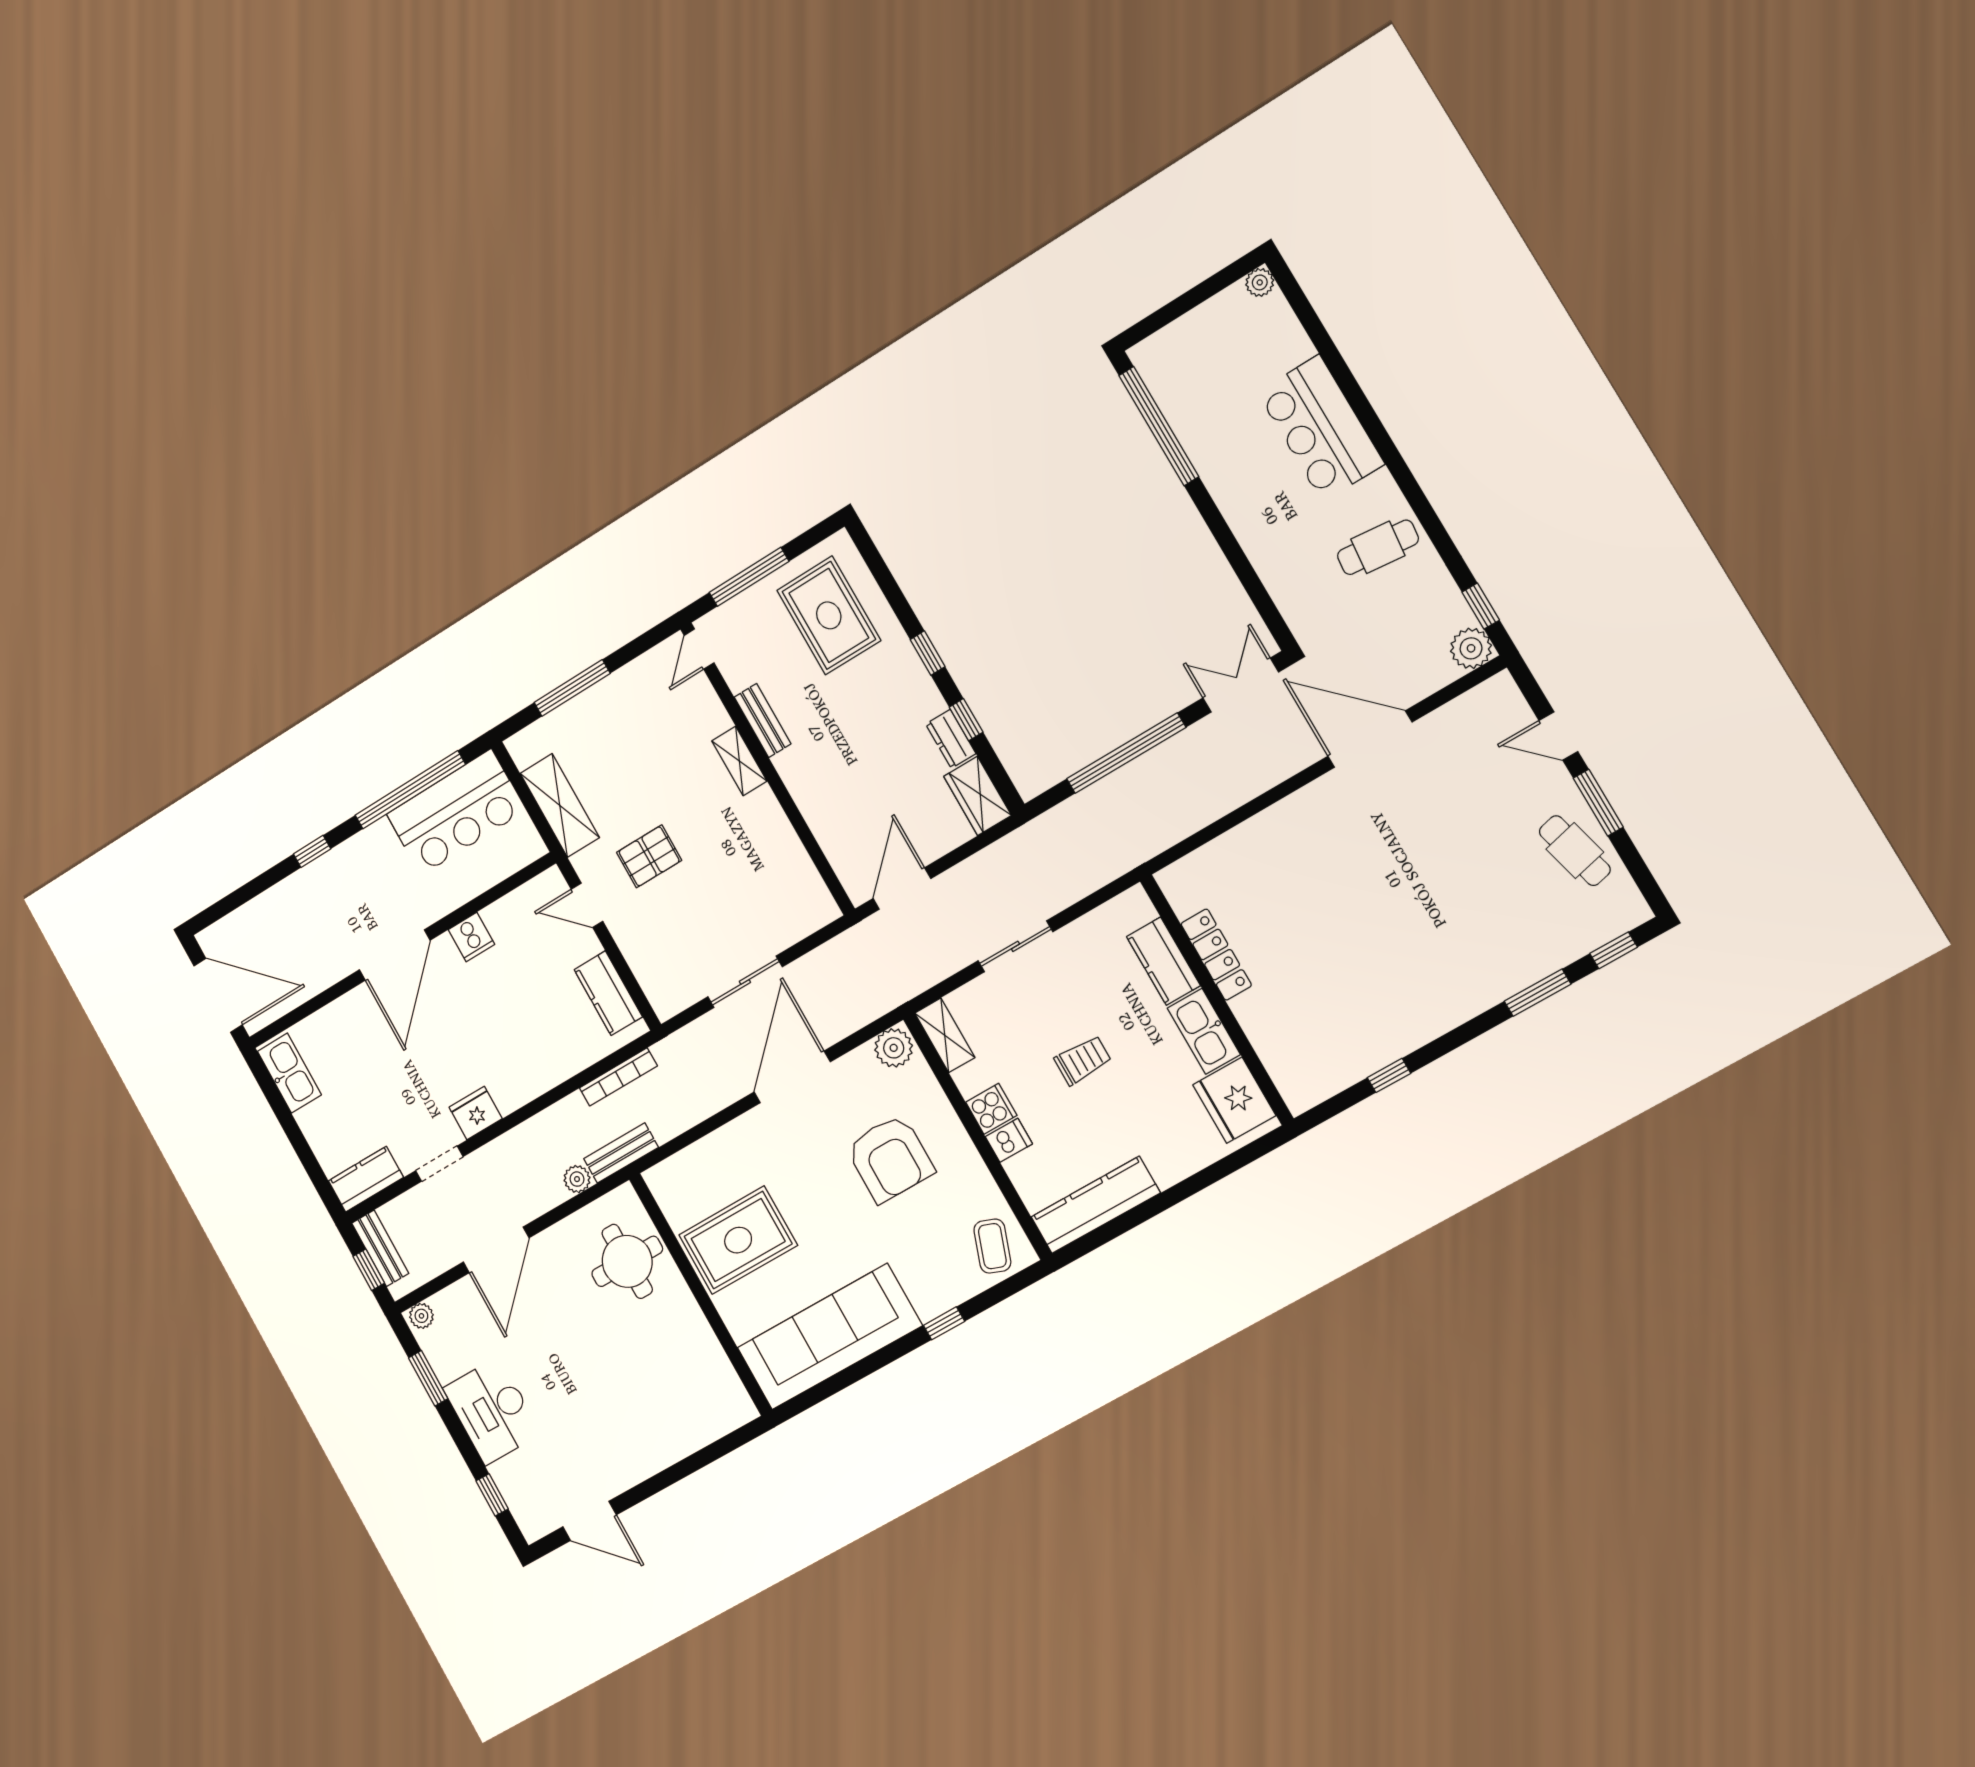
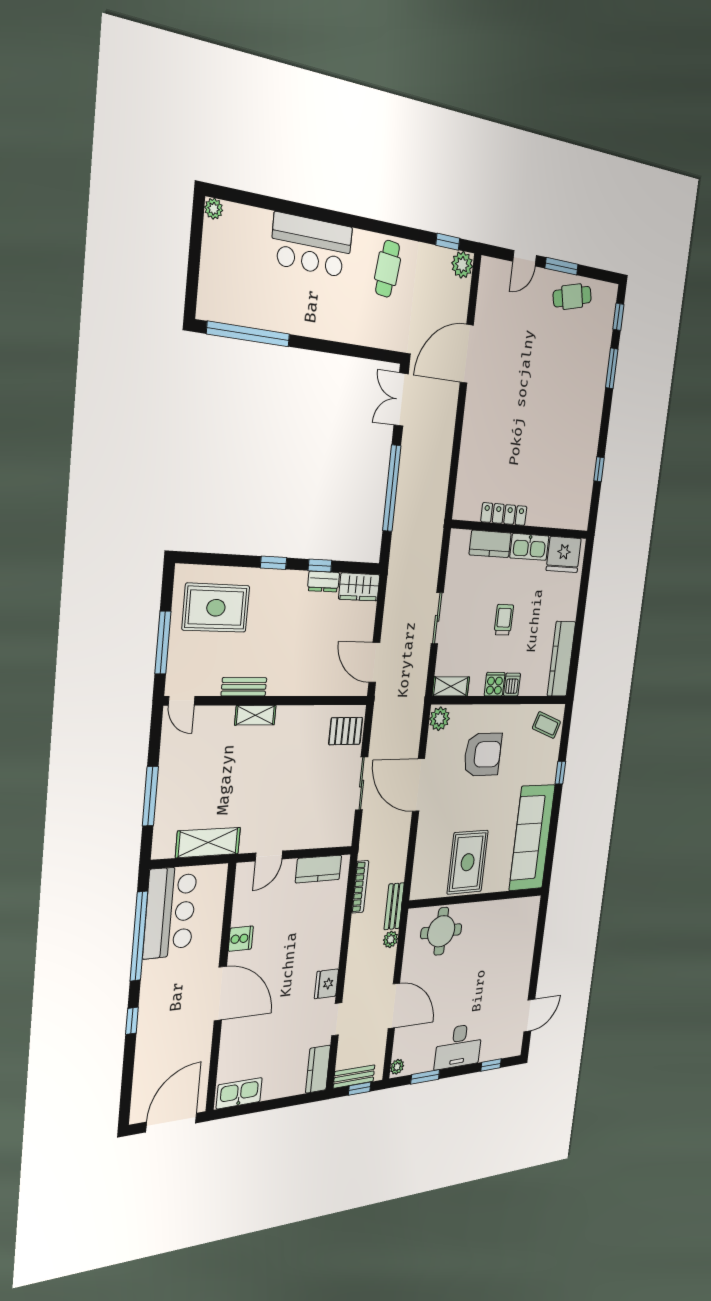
pallet: (649, 856) -> (346, 731), moved, turned 90

